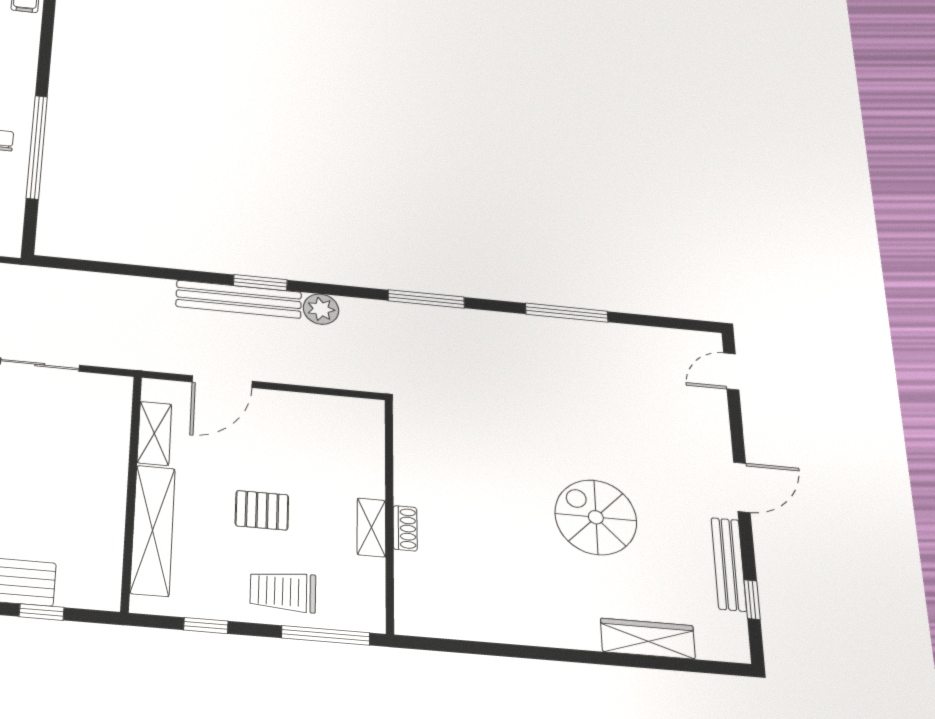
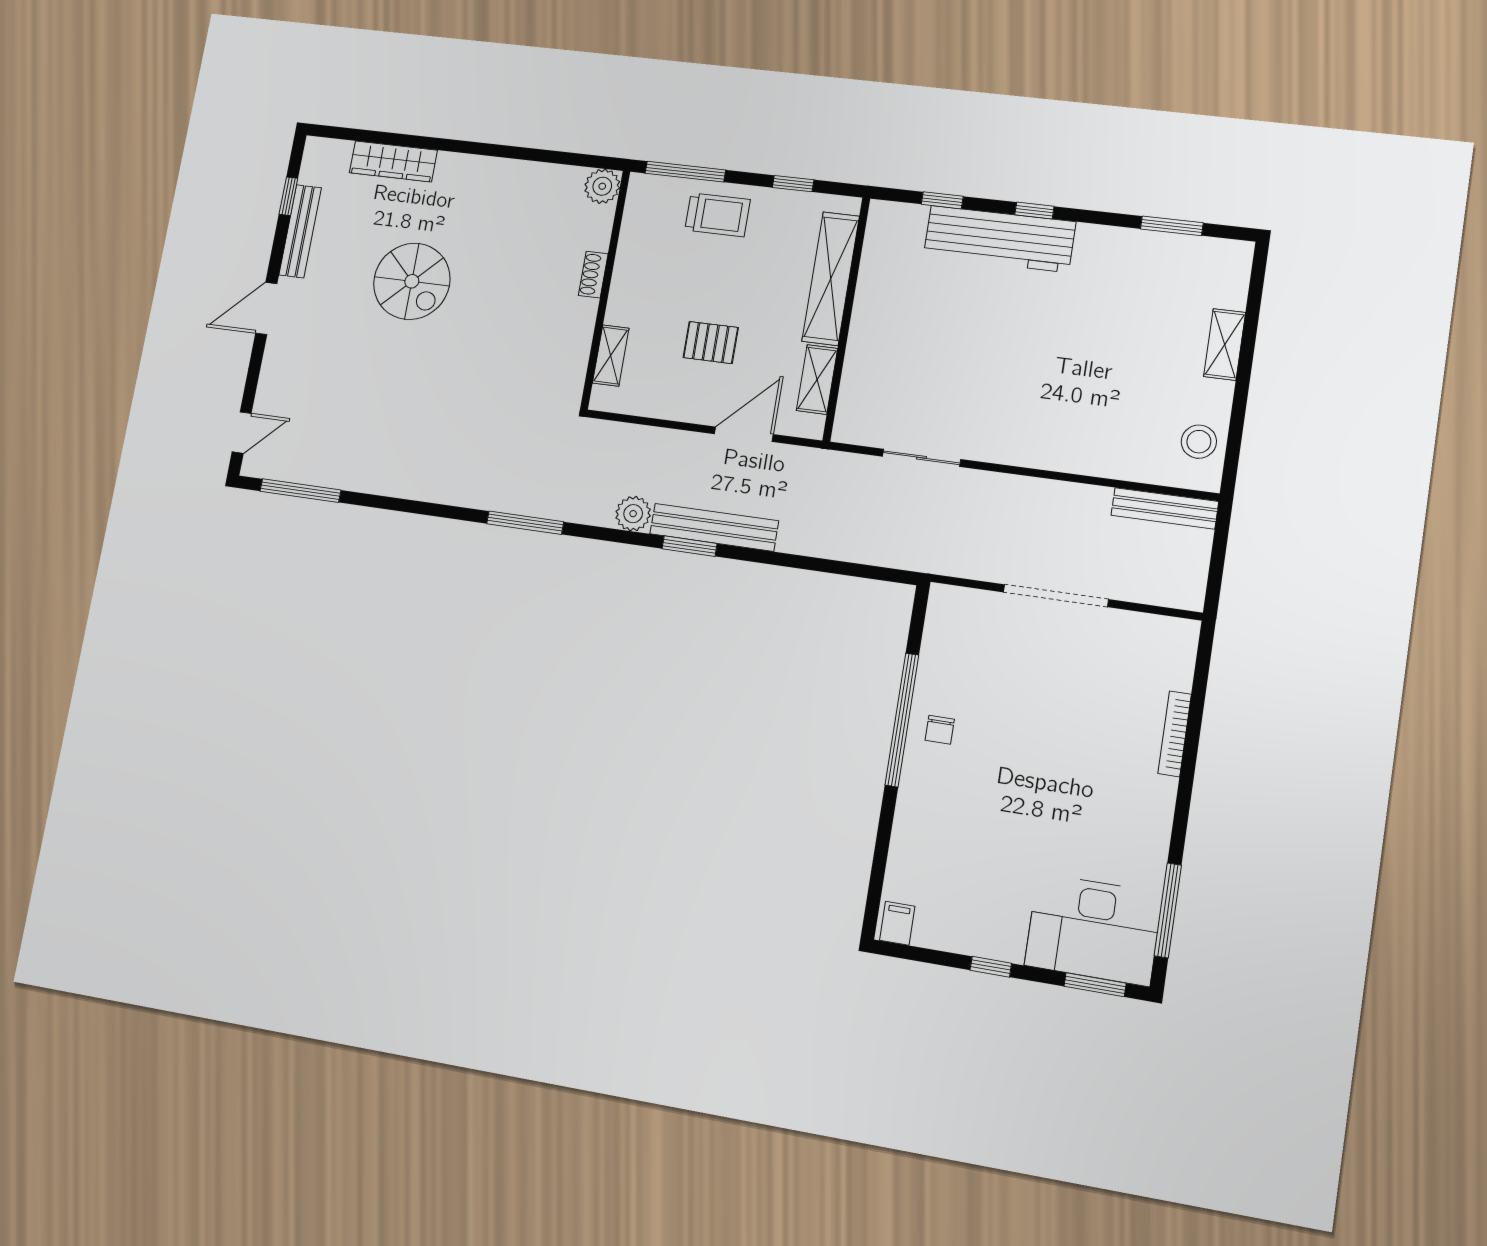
window: (567, 313) -> (300, 491), moved
pallet: (262, 510) -> (711, 343), moved
shelving: (371, 527) -> (611, 356), moved
plant: (413, 618) -> (602, 186), added

